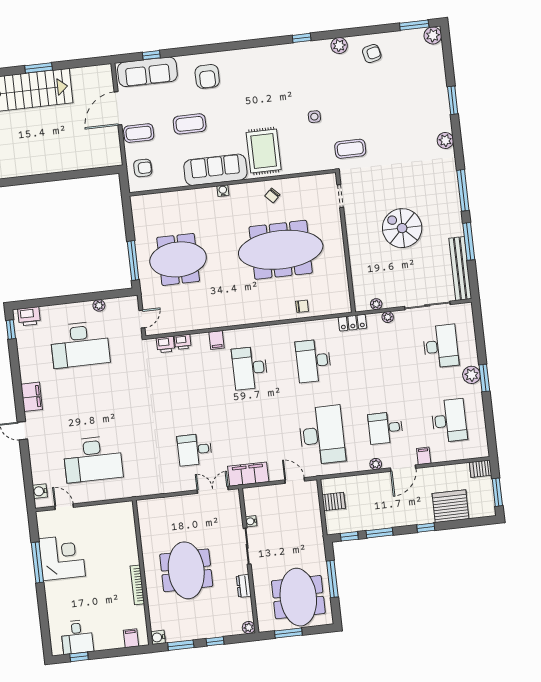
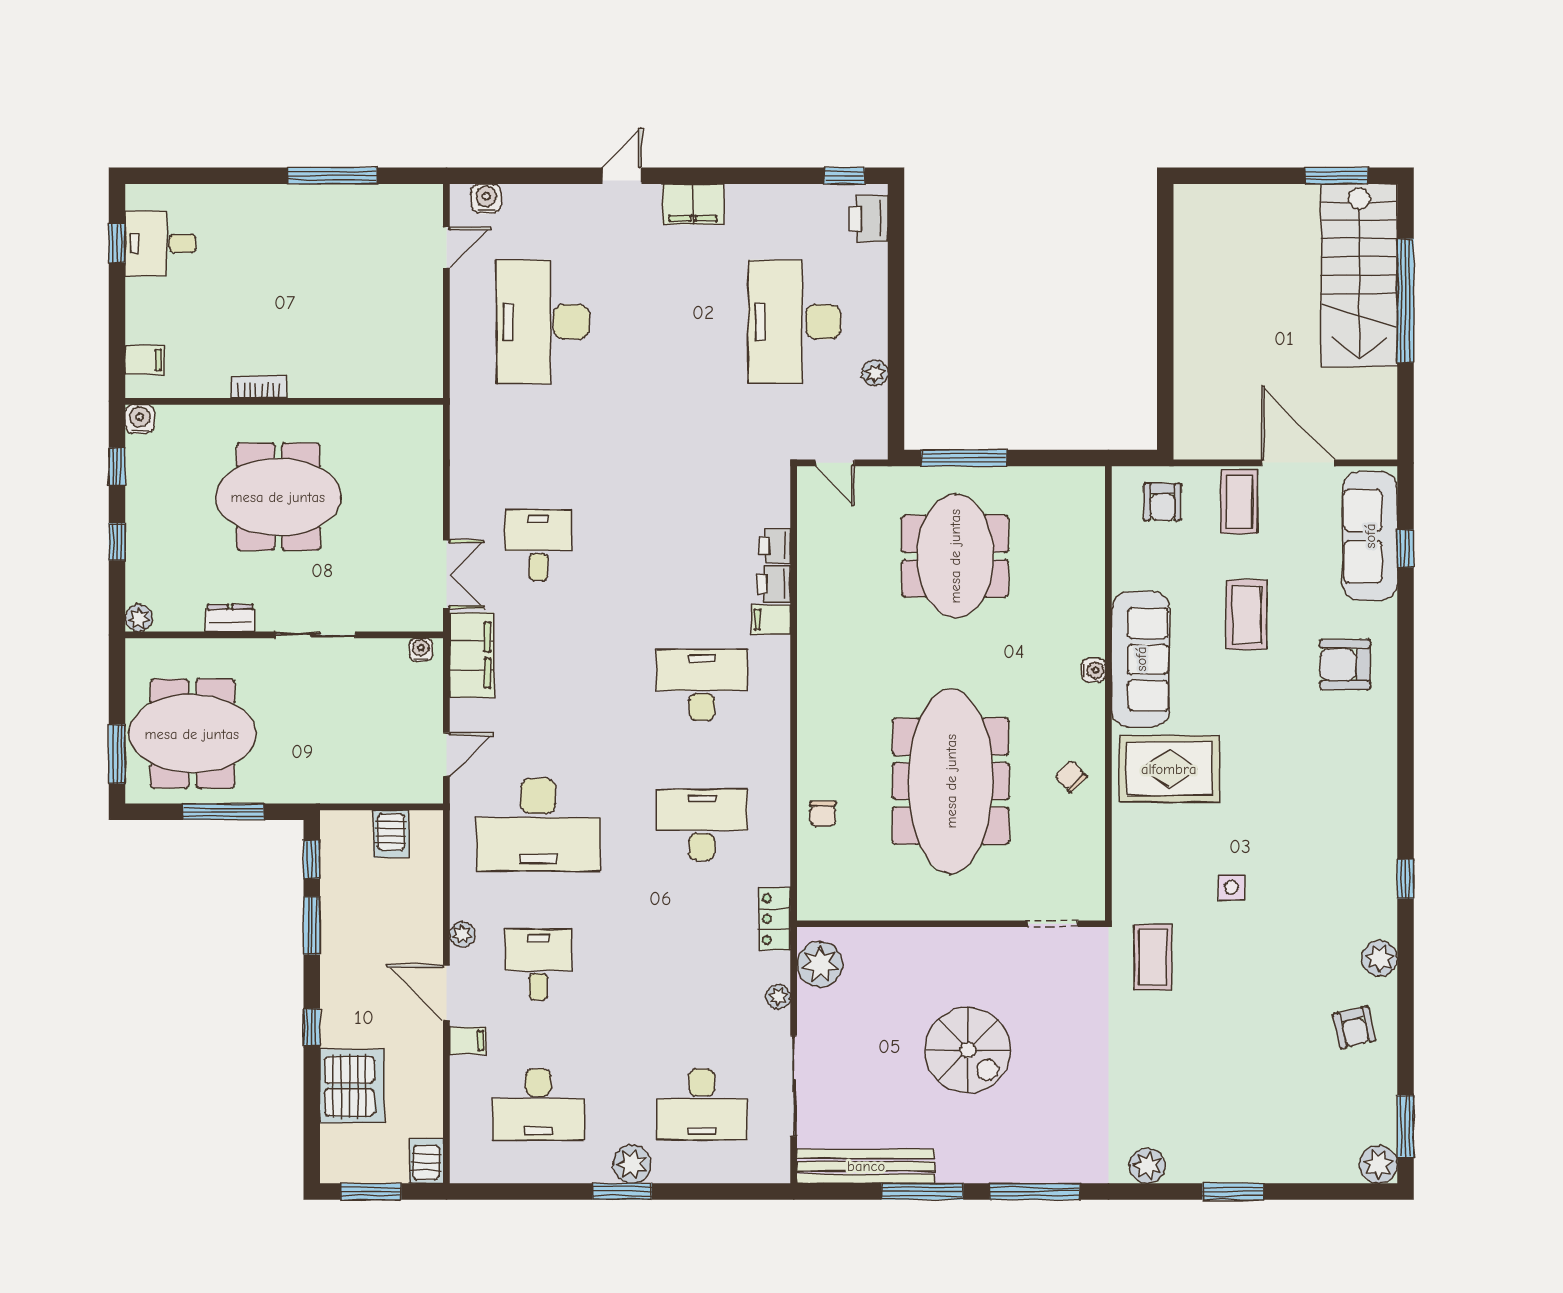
window: (39, 68) -> (1405, 301), width x2.11
spiral stairs: (402, 228) -> (968, 1050), turned 90
plant: (376, 304) -> (820, 964), width x1.87, depth x1.87
printer: (165, 344) -> (774, 584), moved
water cooler: (251, 521) -> (421, 650), moved
corner desk: (62, 557) -> (337, 230), removed
bookcase: (137, 585) -> (259, 387), width x0.64
window: (288, 633) -> (117, 754), moved
window: (181, 645) -> (117, 467), width x0.67

